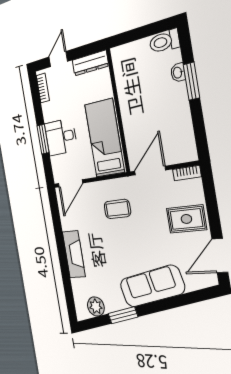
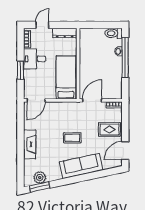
window: (192, 81) -> (125, 57), width x2.11
desk: (61, 137) -> (35, 59), moved
coffee table: (117, 209) -> (72, 138), moved
window: (123, 315) -> (40, 187), moved

